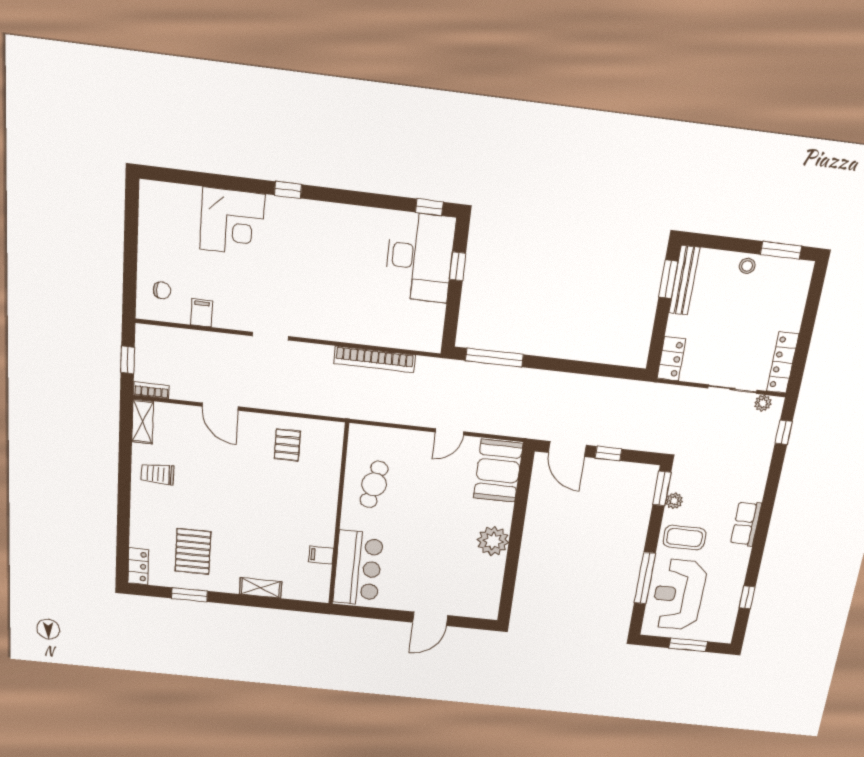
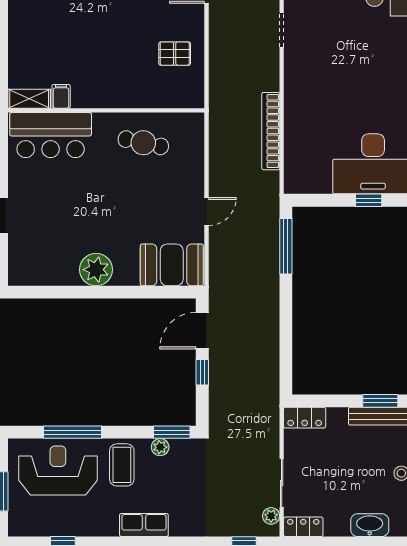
washbasin: (793, 305) -> (370, 525), added
locker: (783, 363) -> (303, 527), width x0.66
door: (449, 432) -> (206, 212), swing flipped
shelving: (261, 588) -> (29, 99), moved, turned 90

